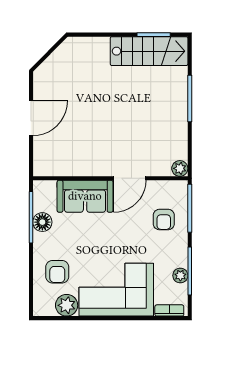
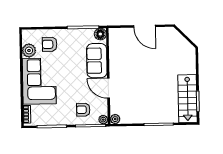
floor lamp: (42, 222) -> (100, 34), moved
plant: (180, 276) -> (103, 120), moved

